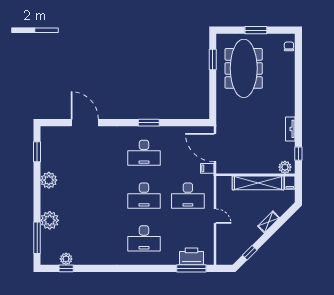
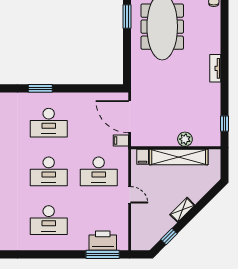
window: (149, 123) -> (40, 88), moved
tv unit: (290, 129) -> (215, 68), moved
plant: (285, 167) -> (185, 139), moved
filing cabinet: (290, 183) -> (143, 157), moved
shelving: (269, 222) -> (182, 210), moved

